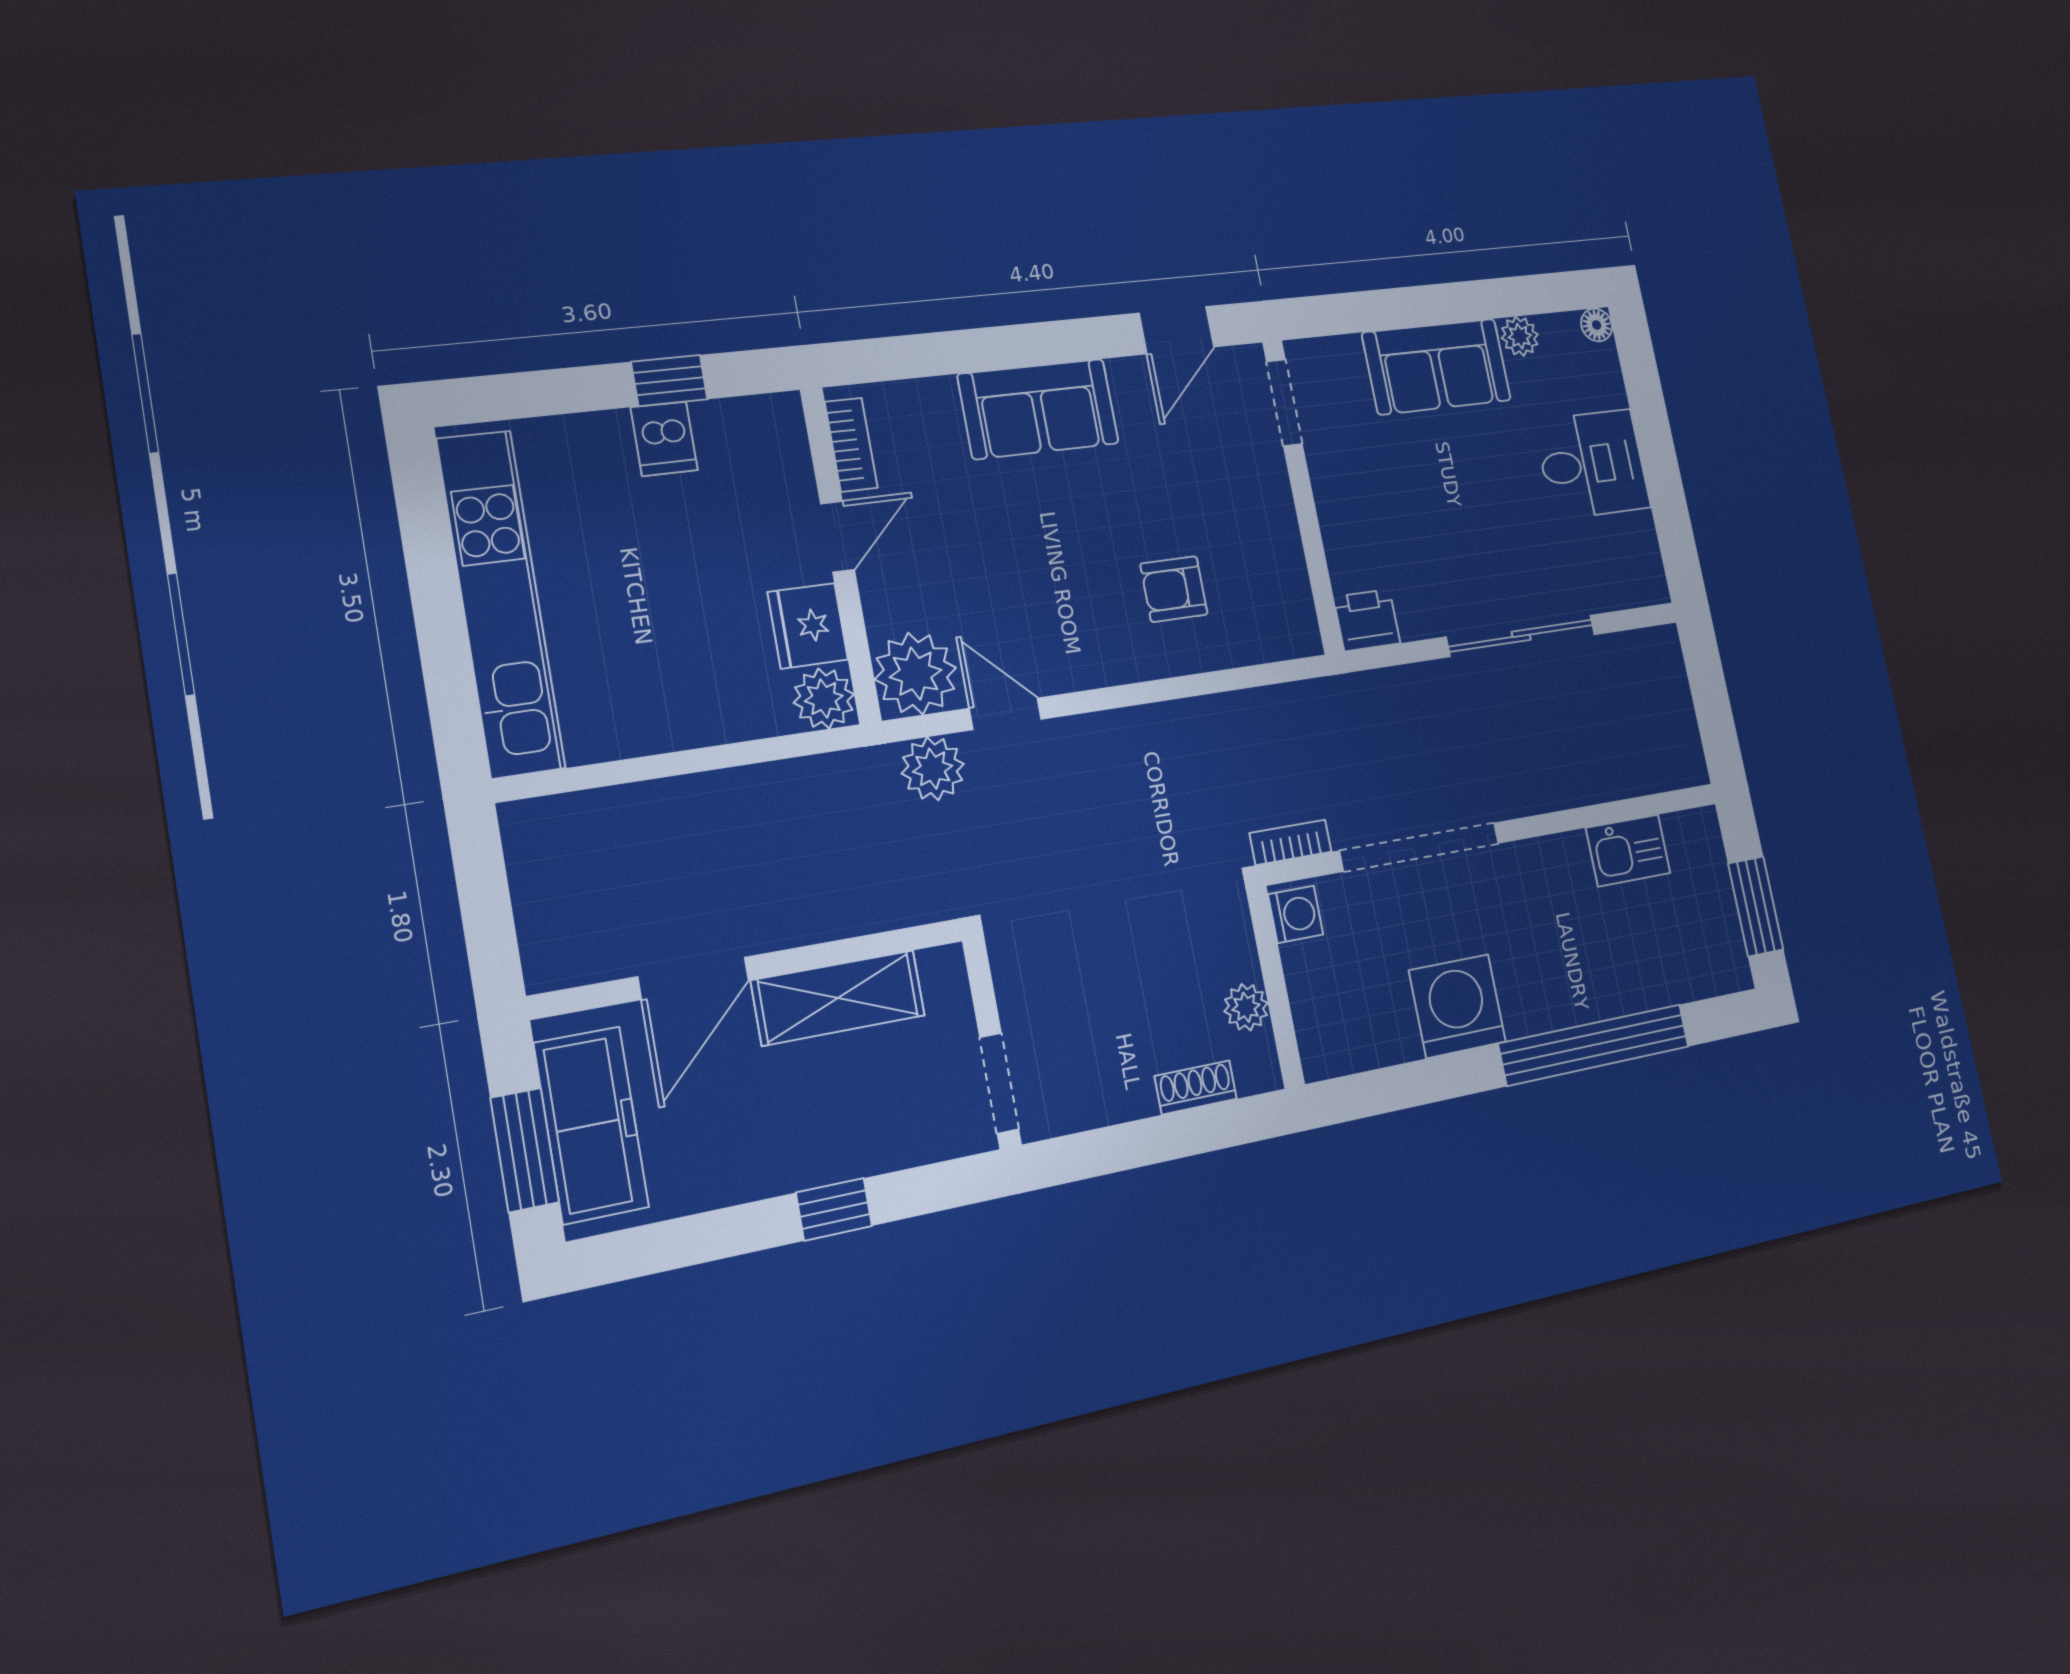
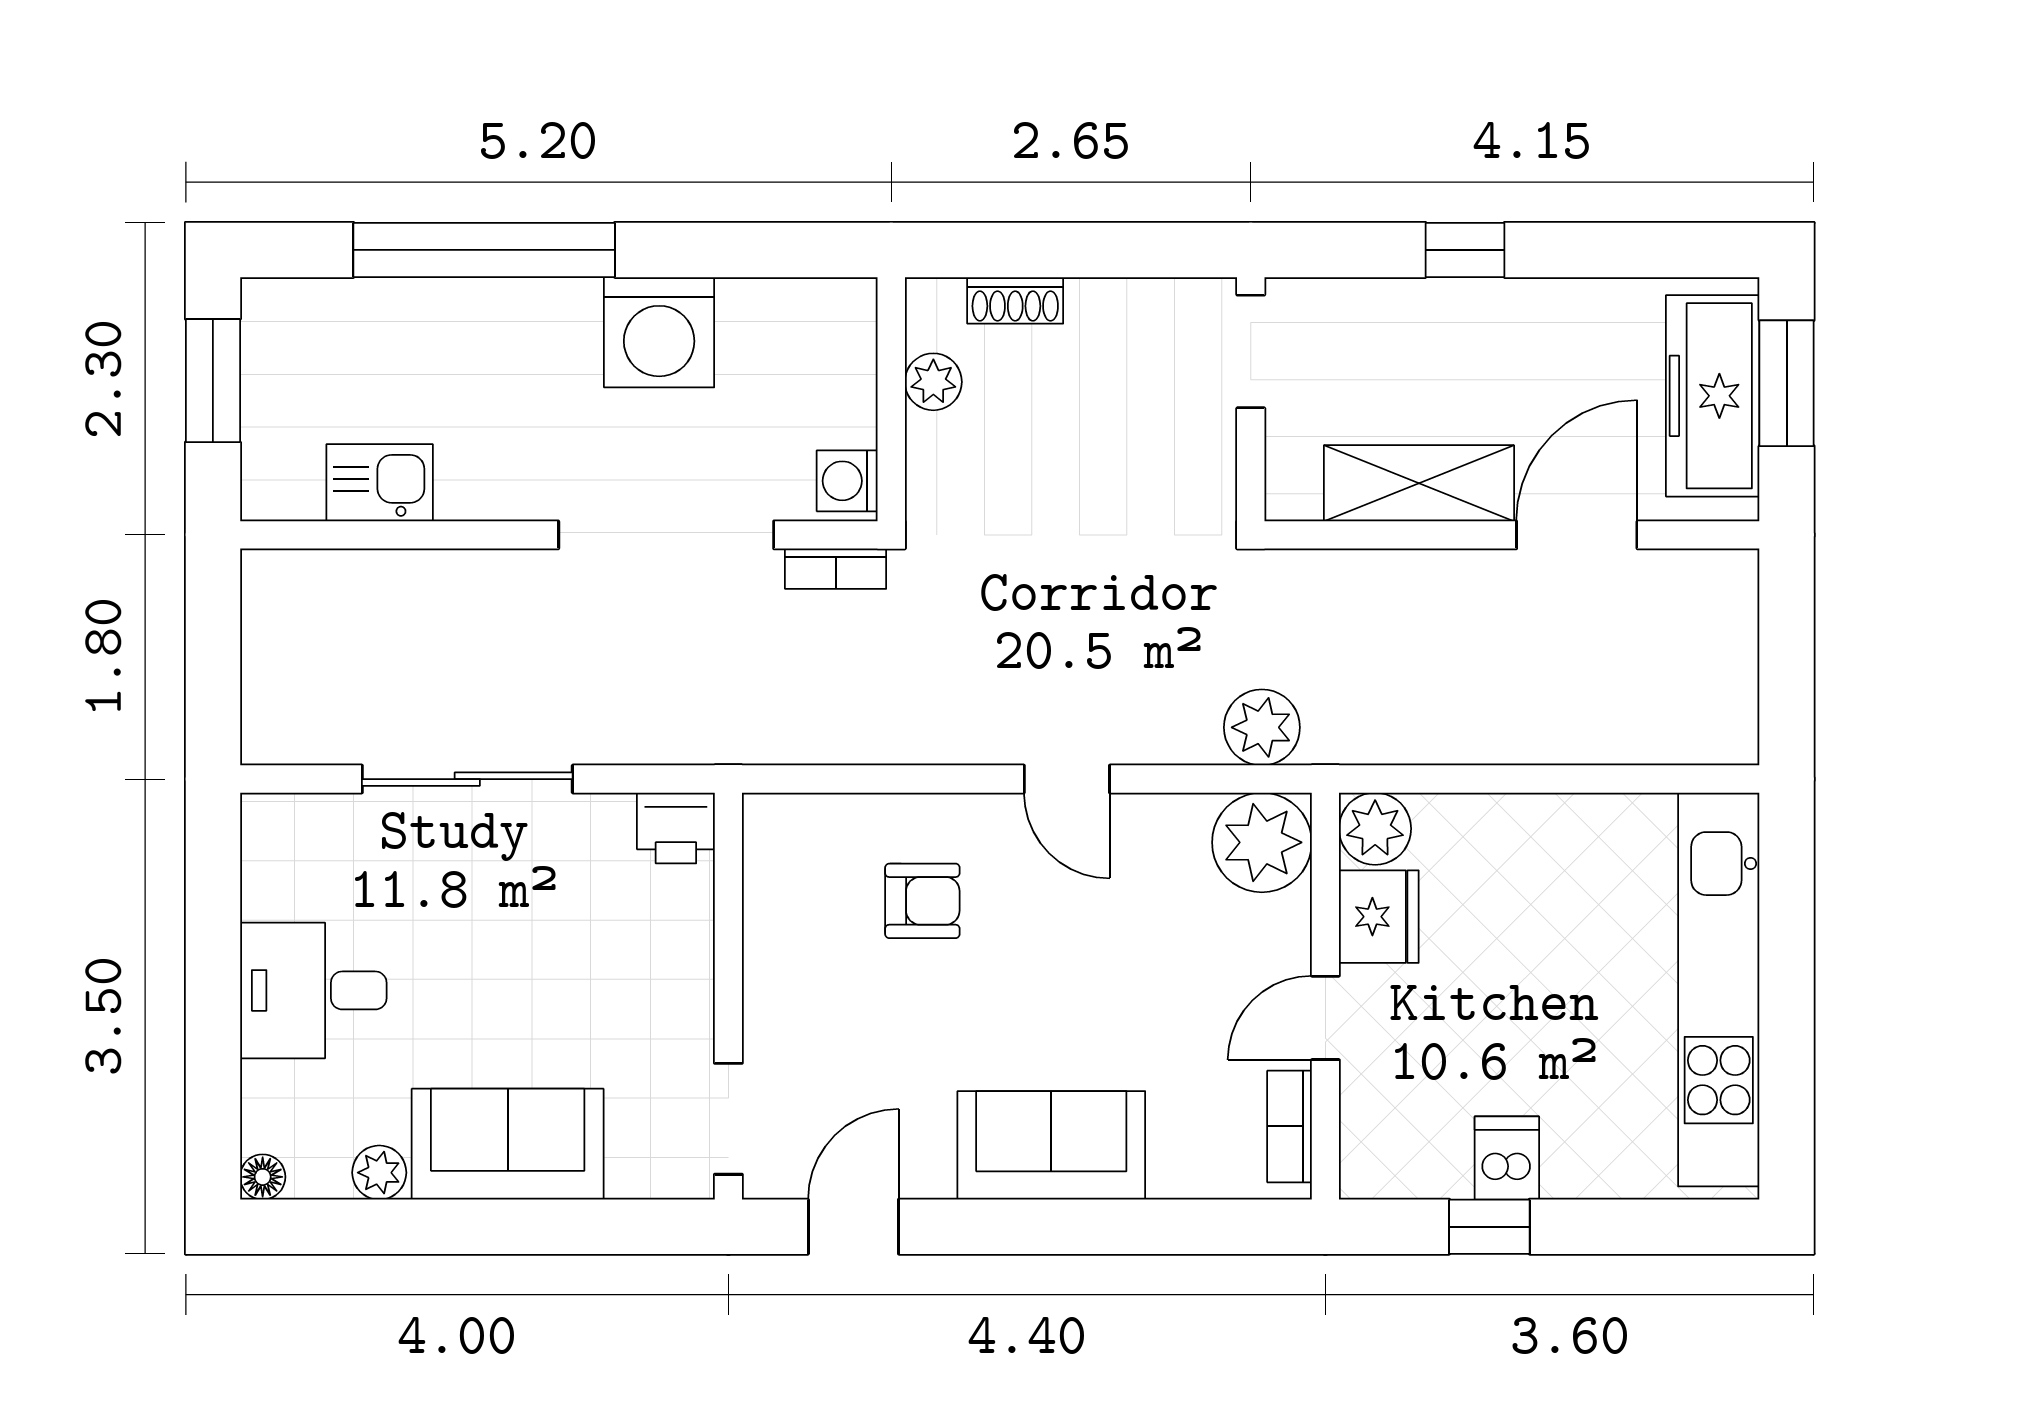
door: (1005, 714) -> (1067, 779), moved

